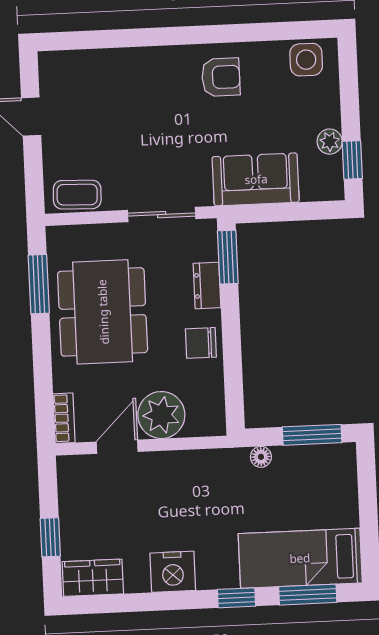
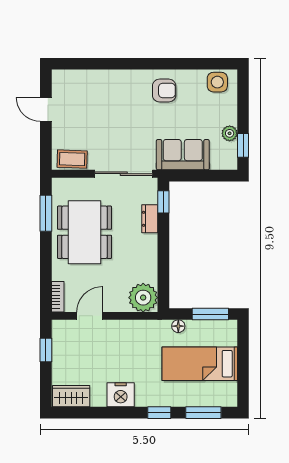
sliding door: (162, 215) -> (124, 174), width x1.37
window: (228, 257) -> (163, 202), width x0.67
chair: (201, 343) -> (144, 254), removed
plant: (161, 415) -> (143, 298), moved
window: (50, 537) -> (46, 350), moved
bed: (300, 558) -> (200, 364), moved

